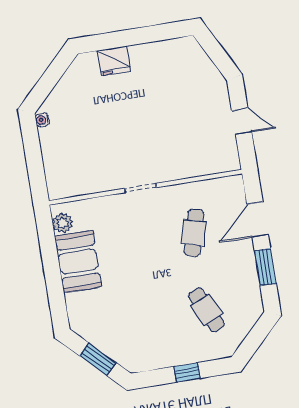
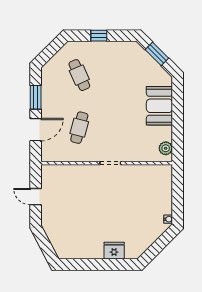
booth: (78, 262) -> (159, 106), moved

